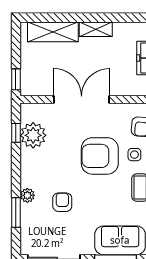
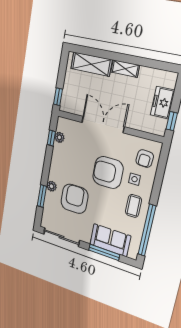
plant: (33, 135) -> (59, 137), width x0.53, depth x0.53
armchair: (62, 202) -> (74, 199), width x1.88, depth x1.88

